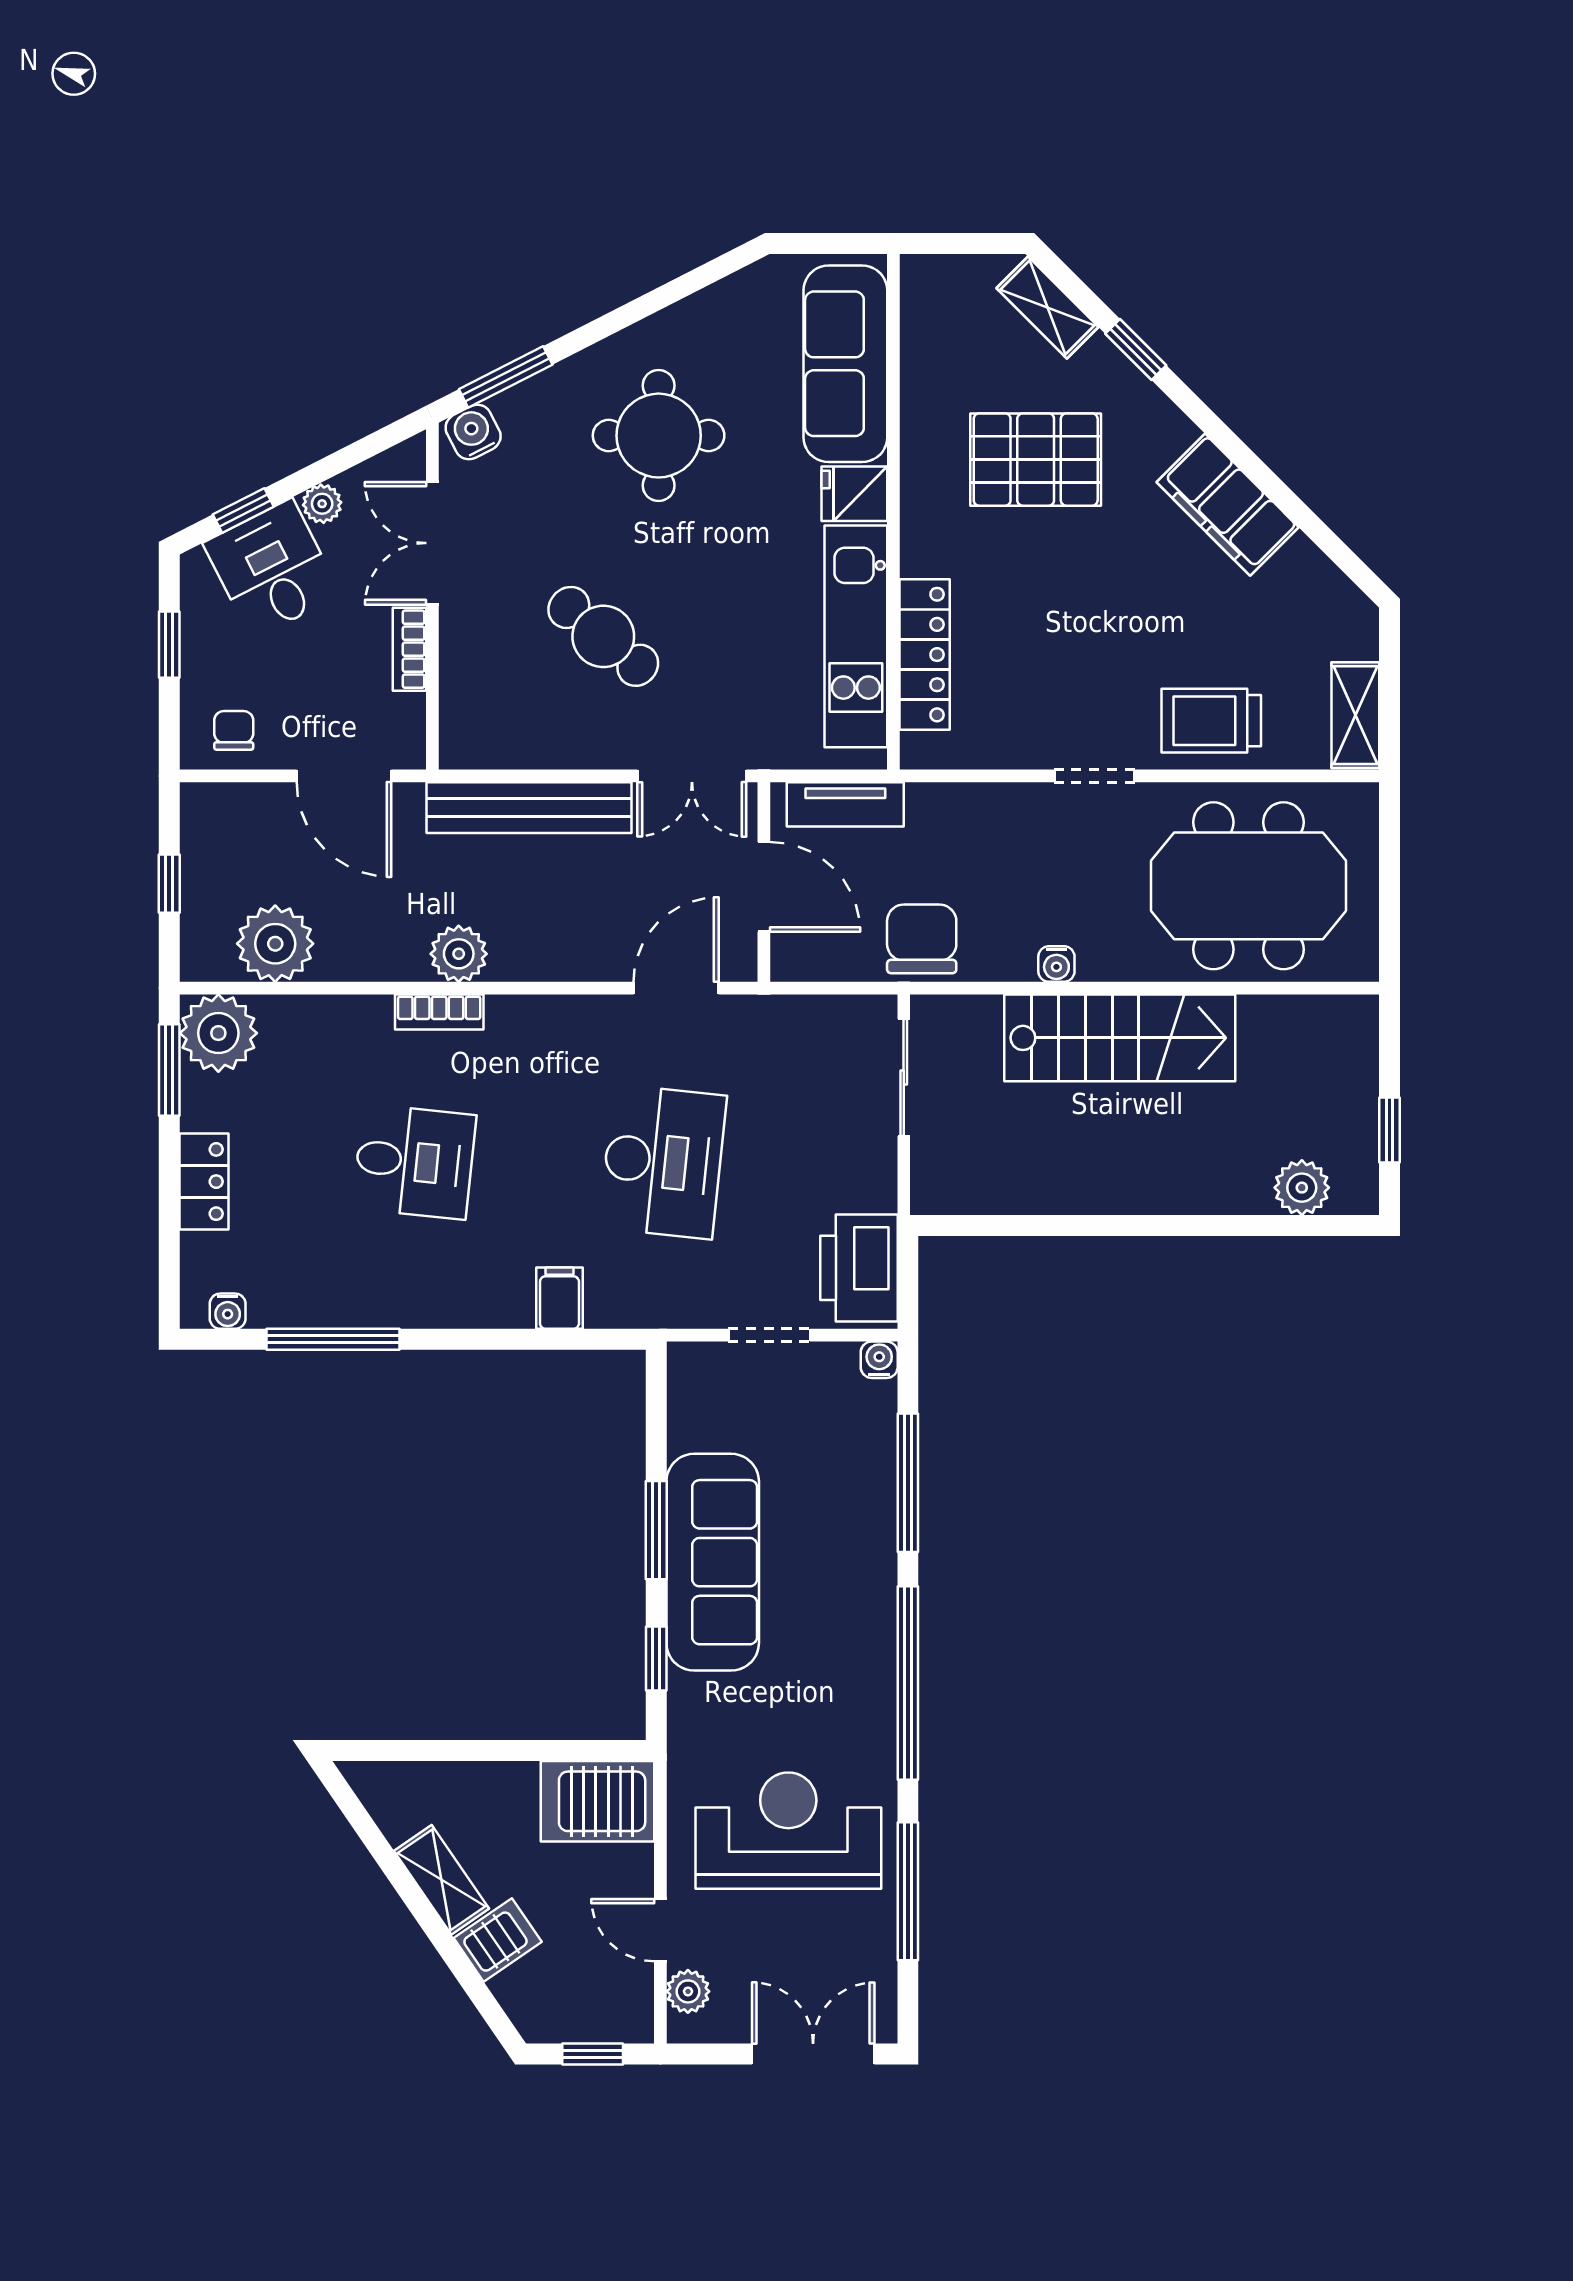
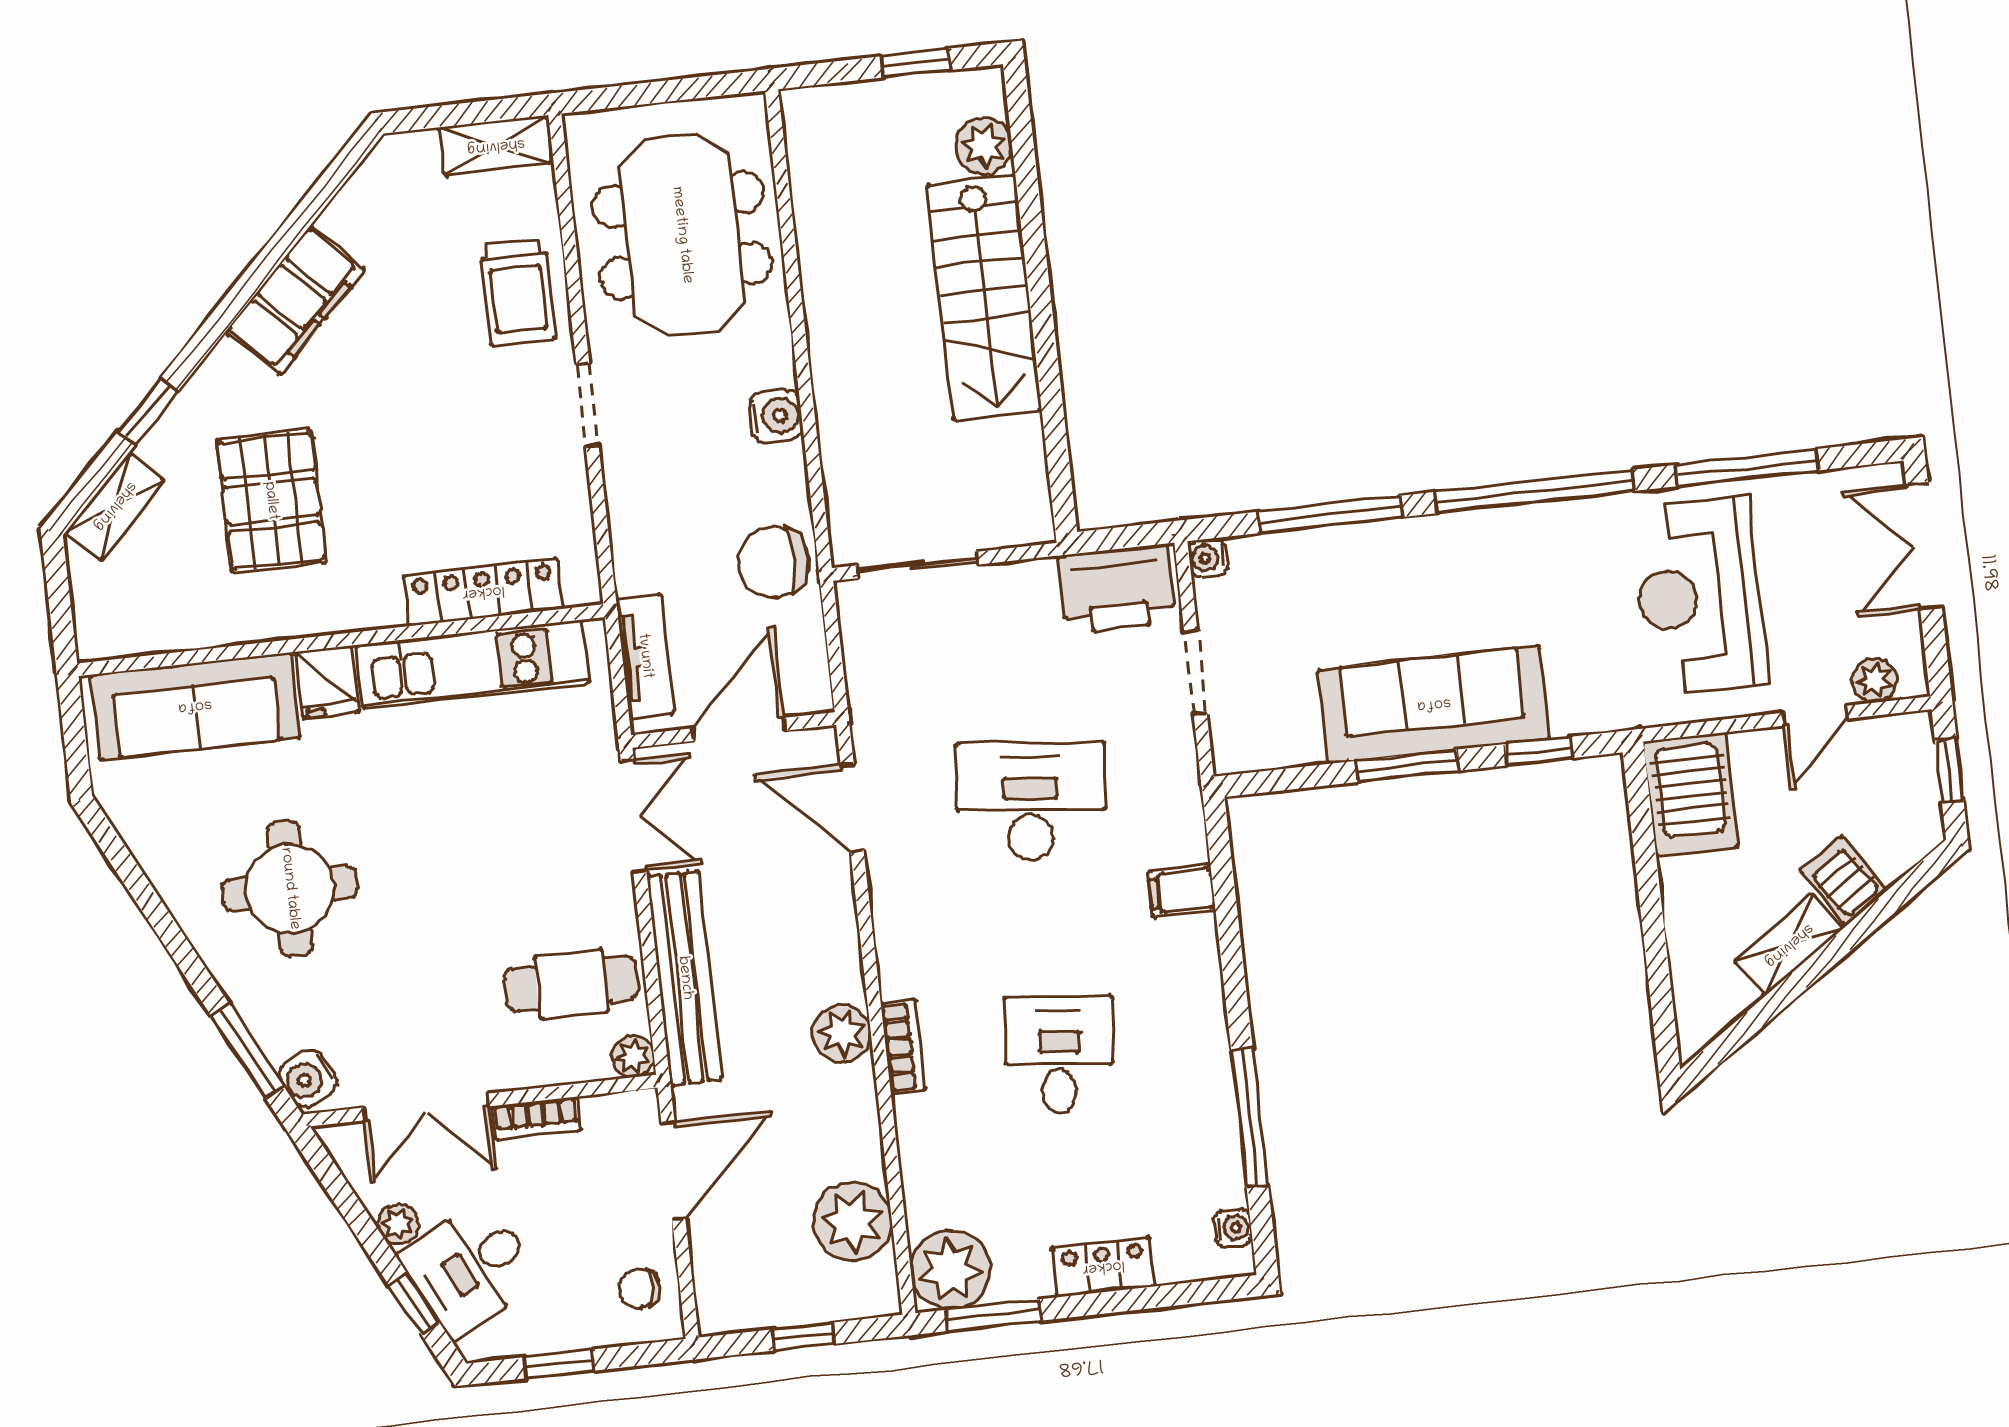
cafe table: (603, 636) -> (571, 984), moved, turned 50
plant: (459, 749) -> (633, 1056), added
water cooler: (1056, 964) -> (776, 416), width x1.38, depth x1.38
stairs: (1120, 1038) -> (984, 298), moved, turned 180

